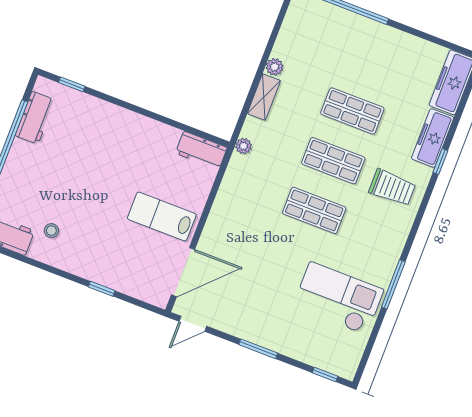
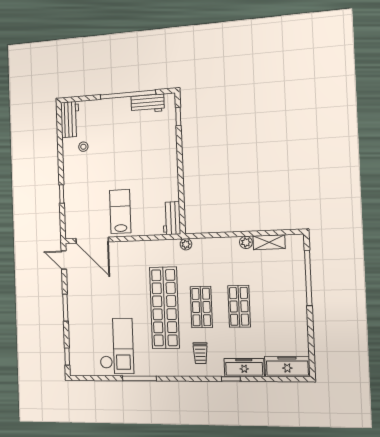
shelving: (264, 97) -> (269, 242), moved
trolley: (392, 188) -> (200, 353), width x0.73, depth x0.72
shop shelf: (314, 210) -> (164, 308), width x2.00, depth x1.36

